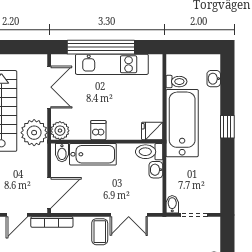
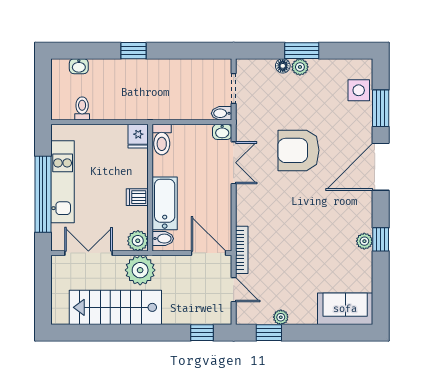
bathtub: (182, 123) -> (129, 102), removed
washbasin: (156, 170) -> (222, 132), moved
coffee table: (100, 232) -> (253, 196), removed

